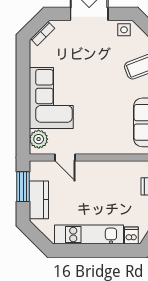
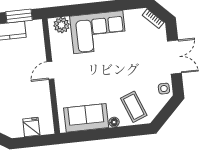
door: (65, 157) -> (50, 70), moved

